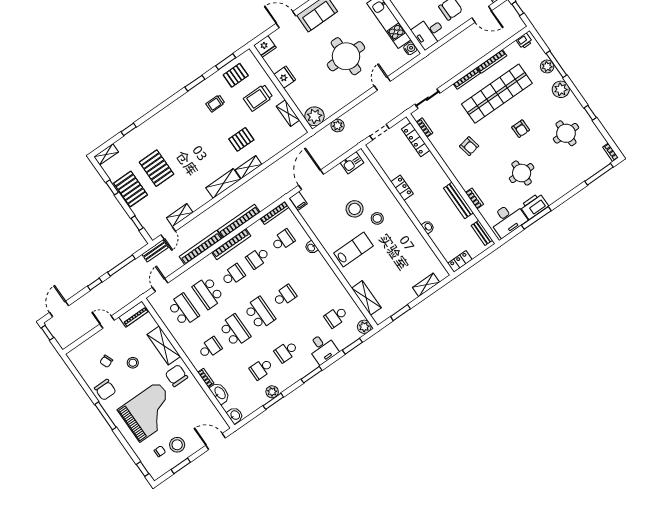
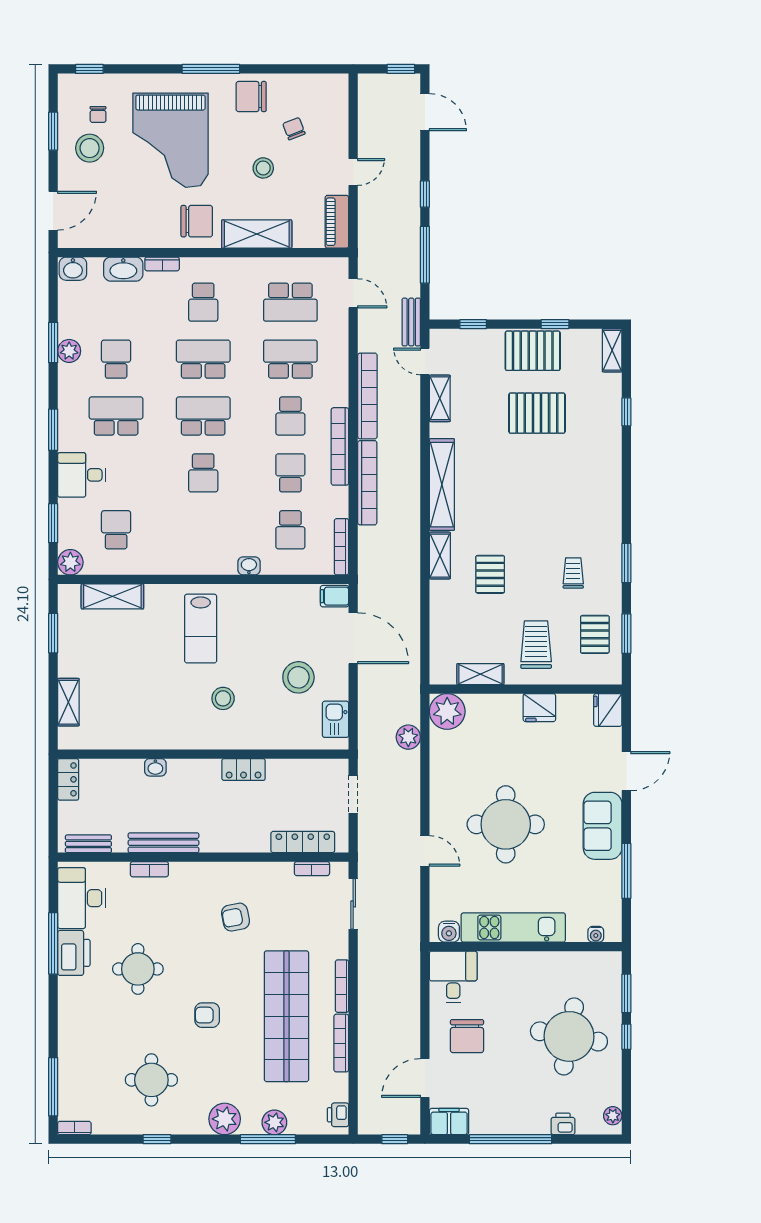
shelving: (223, 183) -> (442, 485), width x1.47
stool: (355, 209) -> (298, 677), moved
school desk: (260, 313) -> (203, 416), turned 180
school desk: (235, 331) -> (203, 359), turned 180
school desk: (286, 351) -> (116, 416), width x1.85

